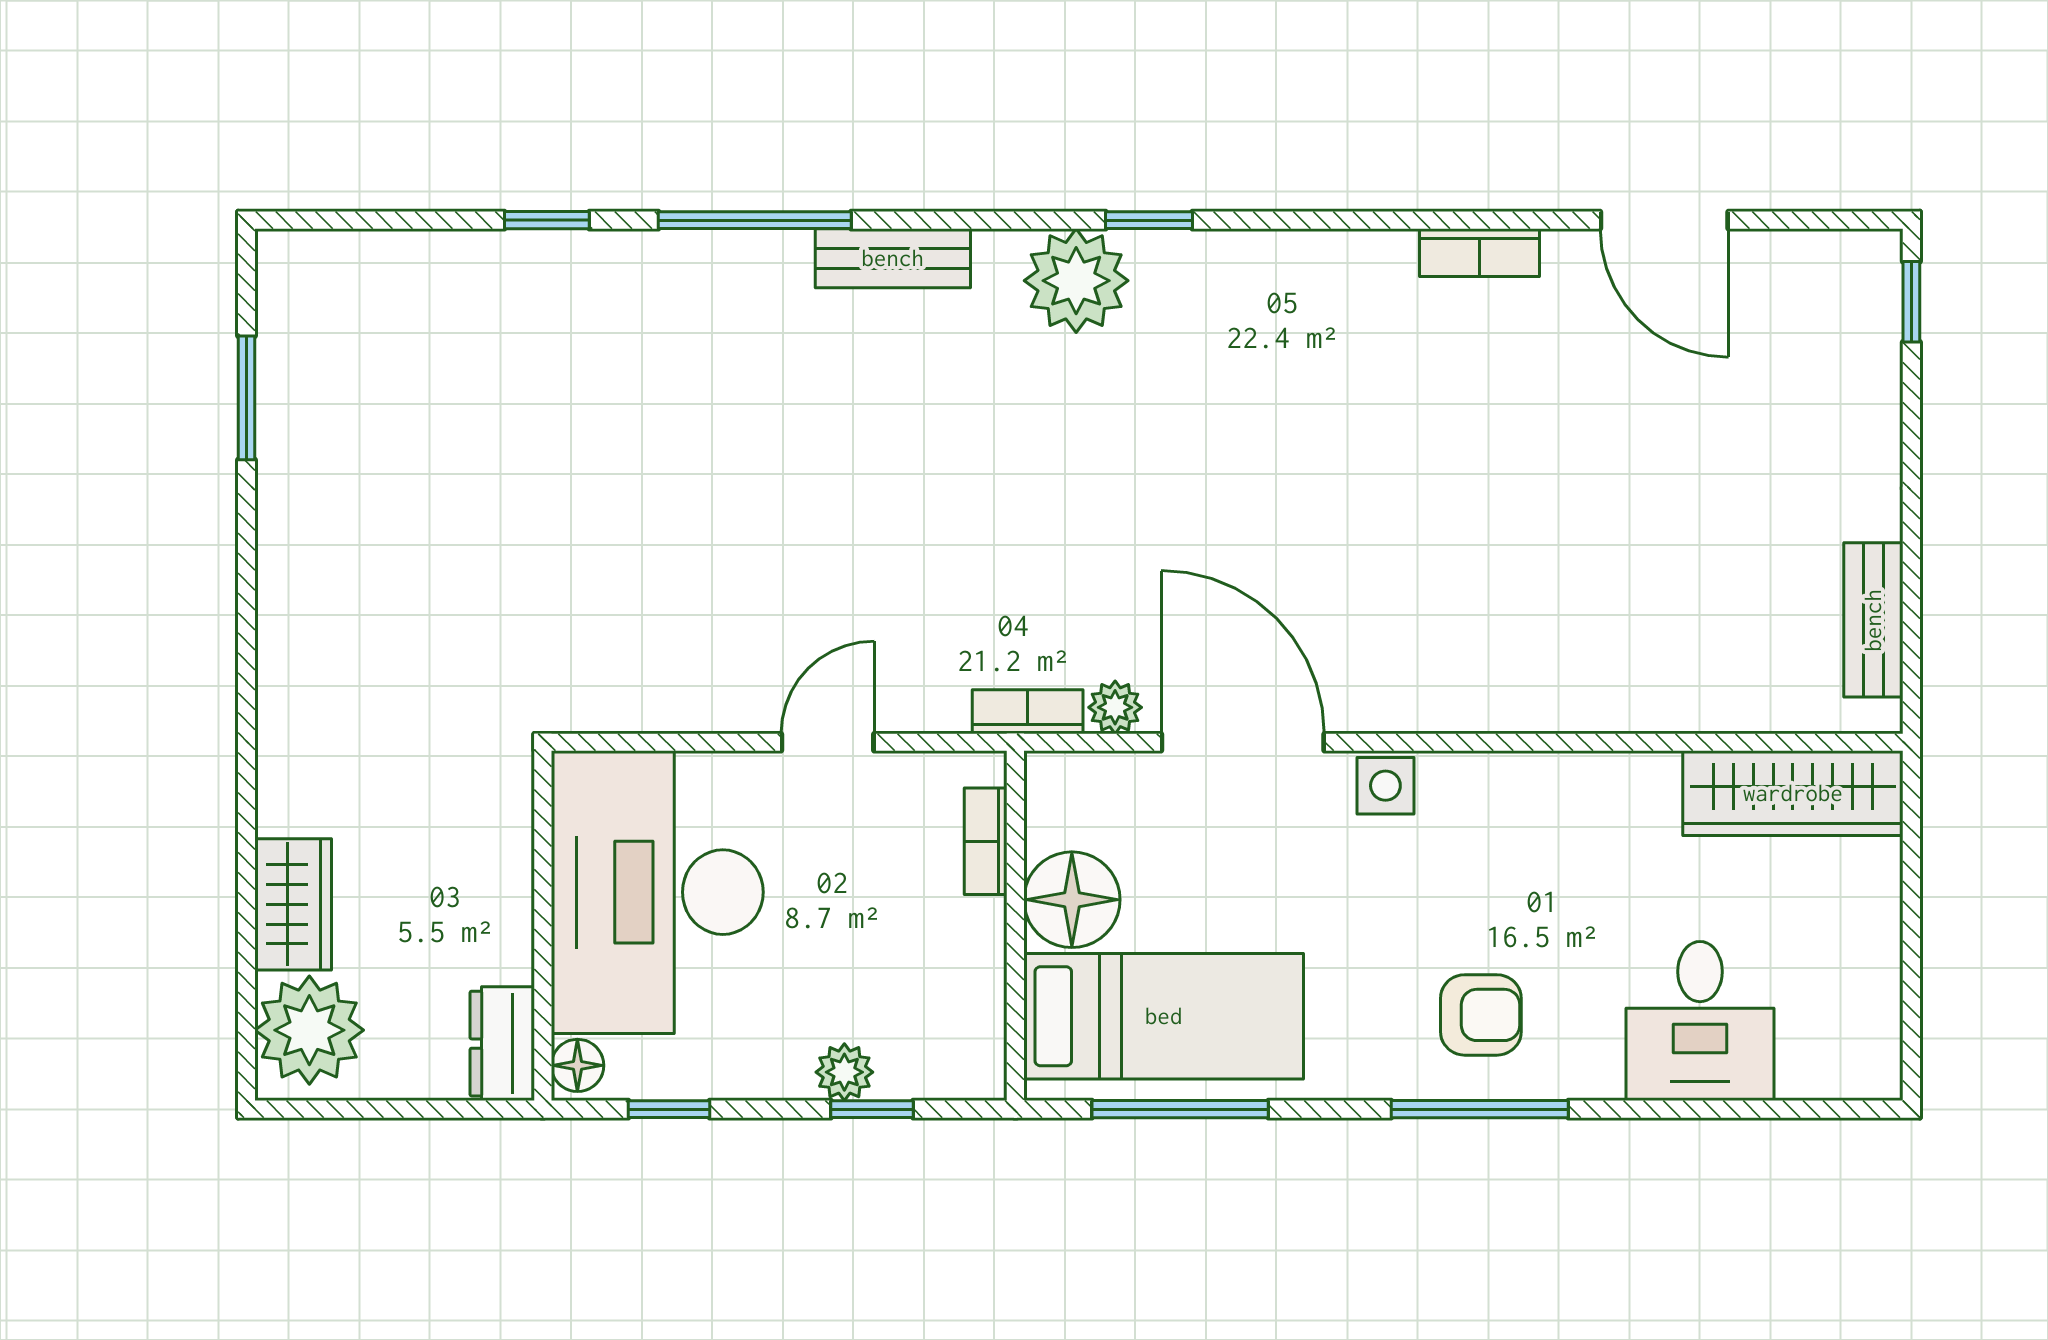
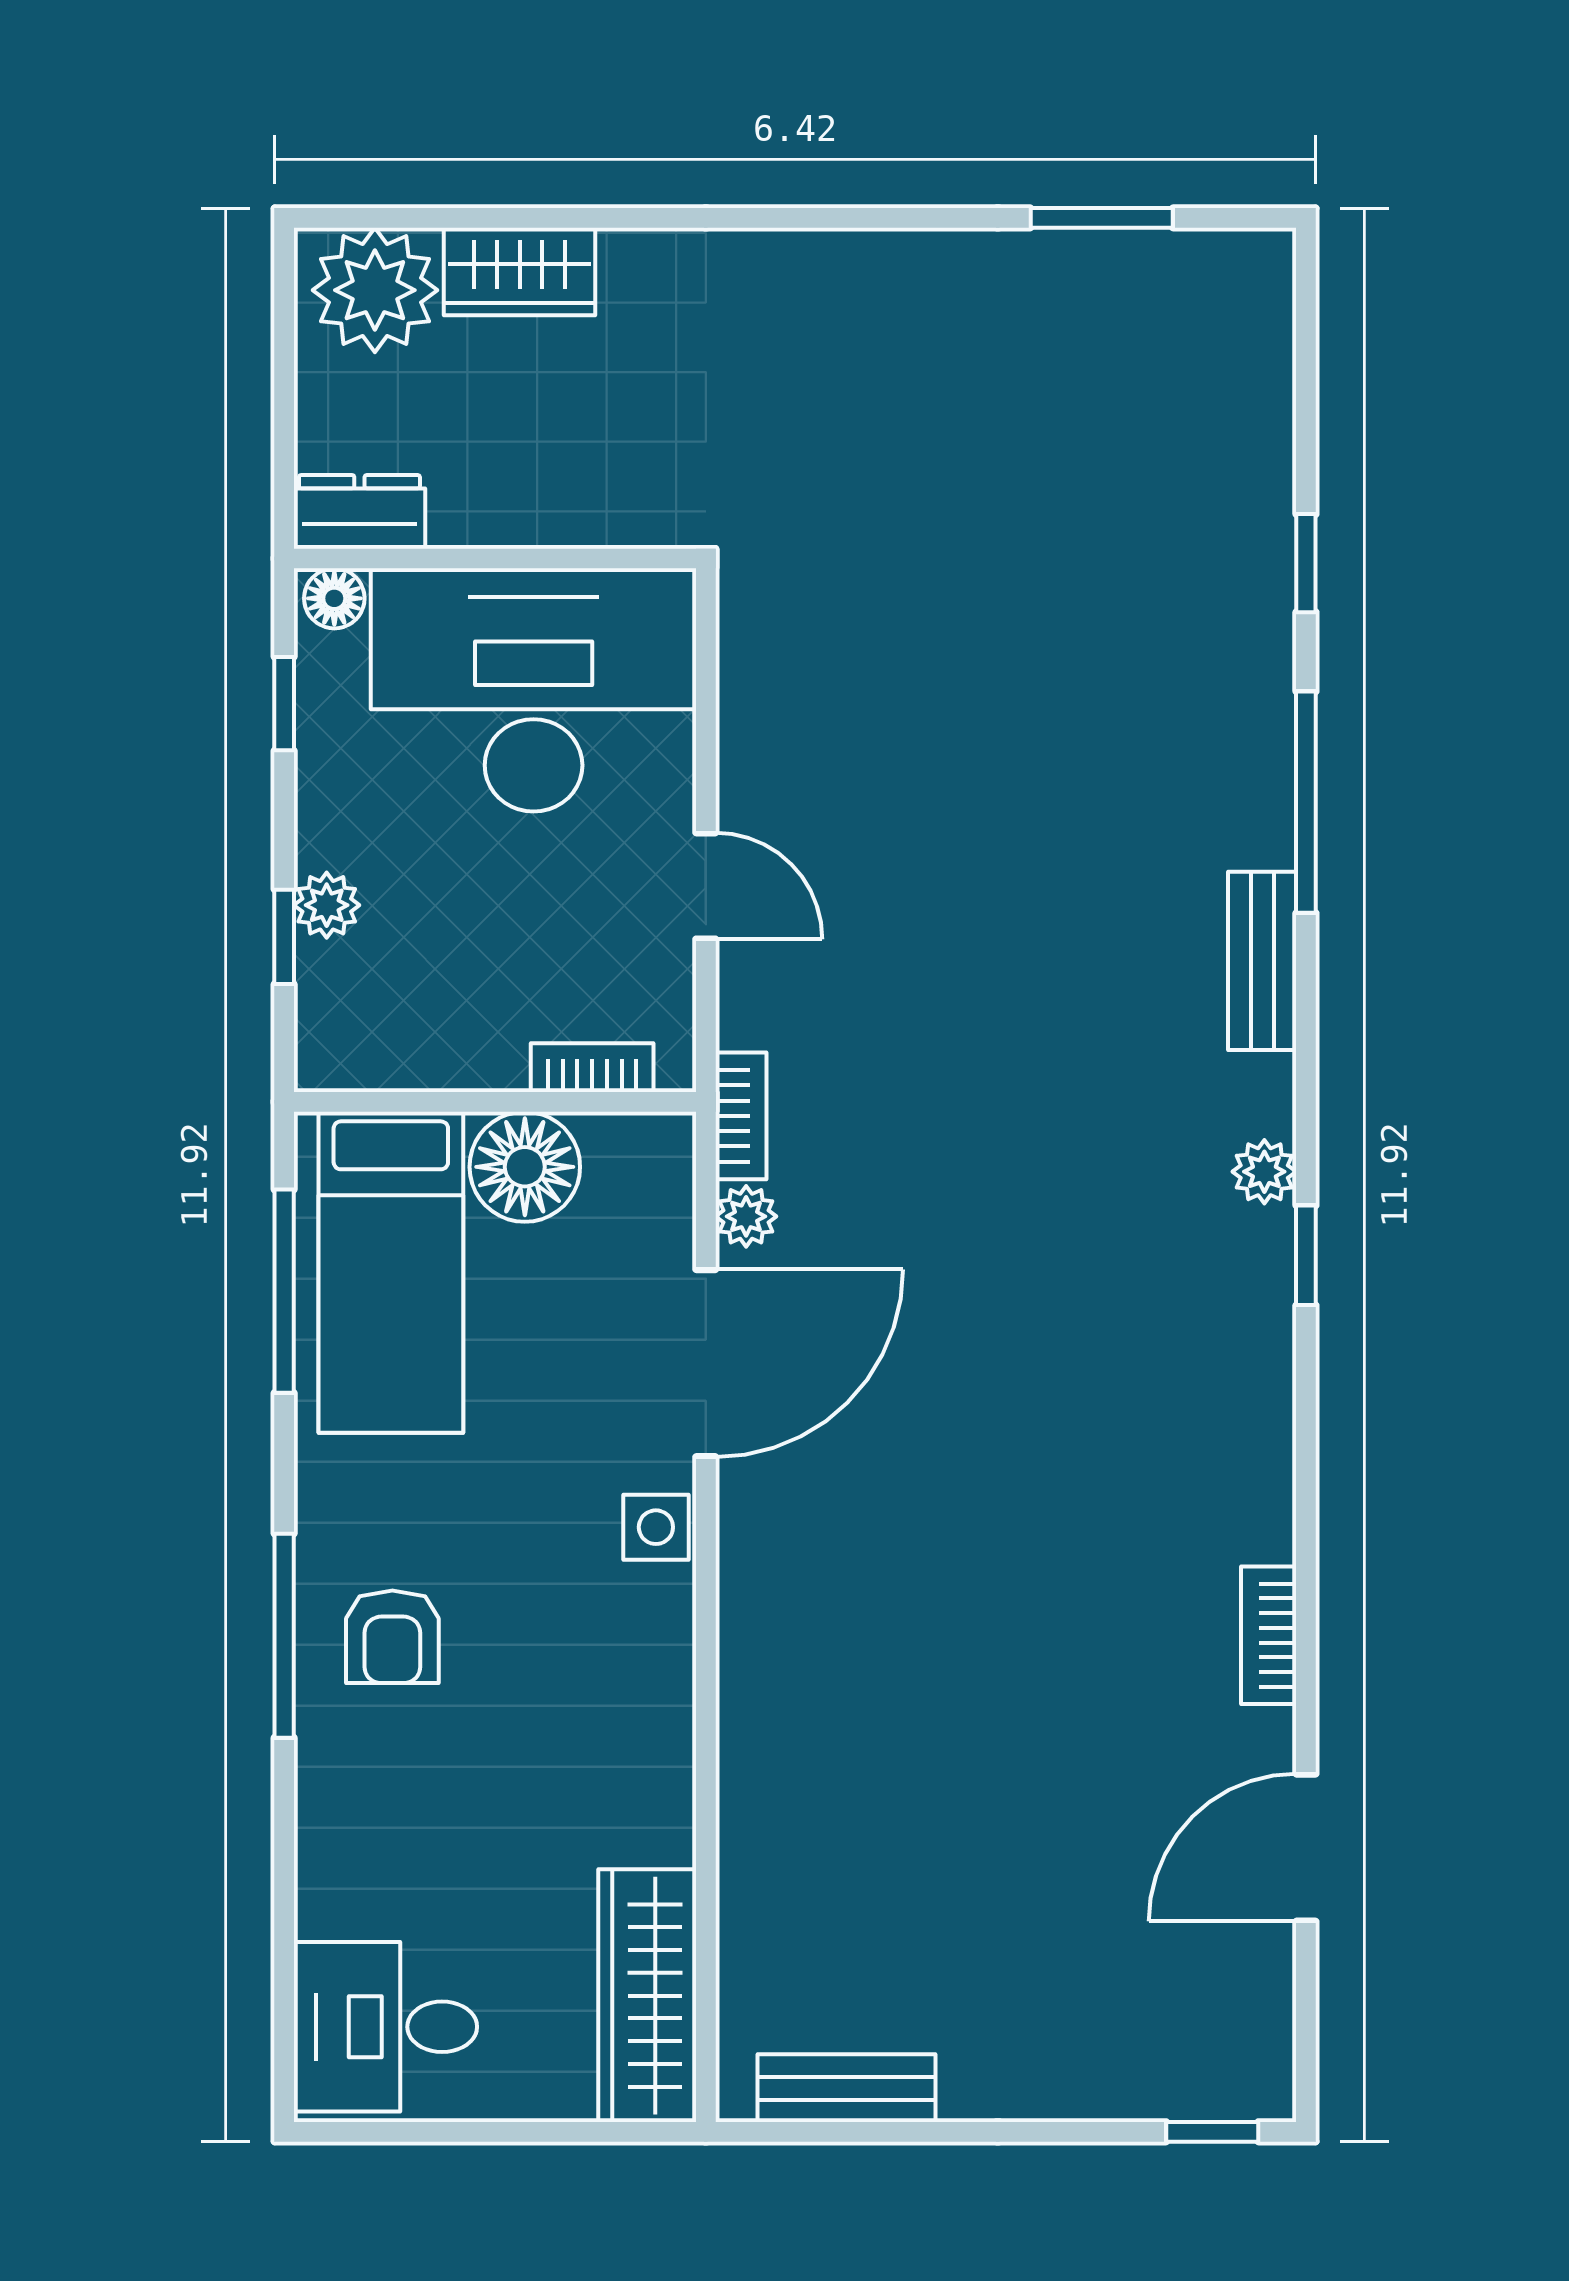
plant: (1076, 281) -> (1264, 1172), width x0.53, depth x0.53
desk: (1700, 1021) -> (385, 2027), moved

